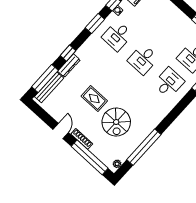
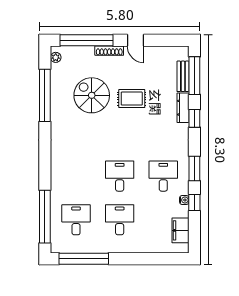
desk: (169, 83) -> (120, 220), moved, turned 180
bench: (49, 87) -> (183, 76), width x0.73

